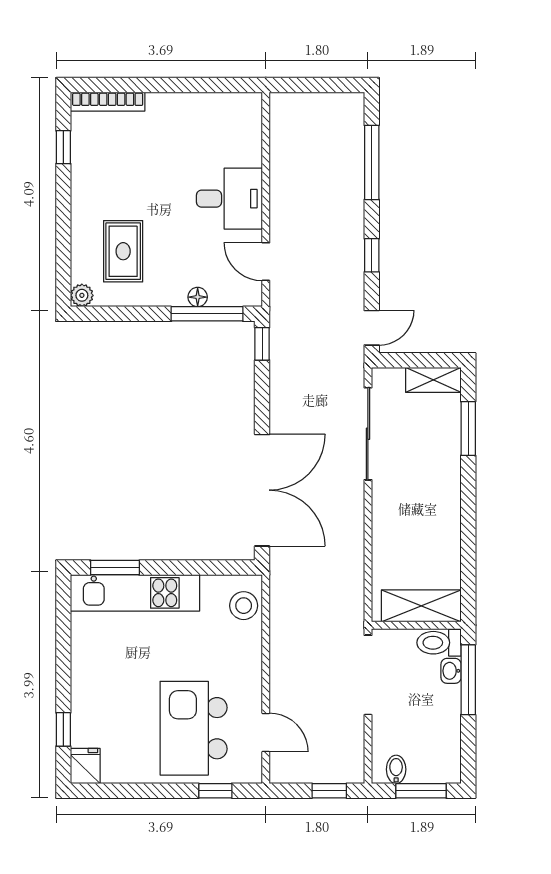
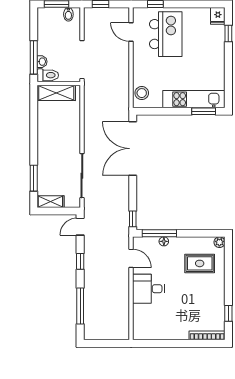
rug: (123, 251) -> (200, 263), turned 90

